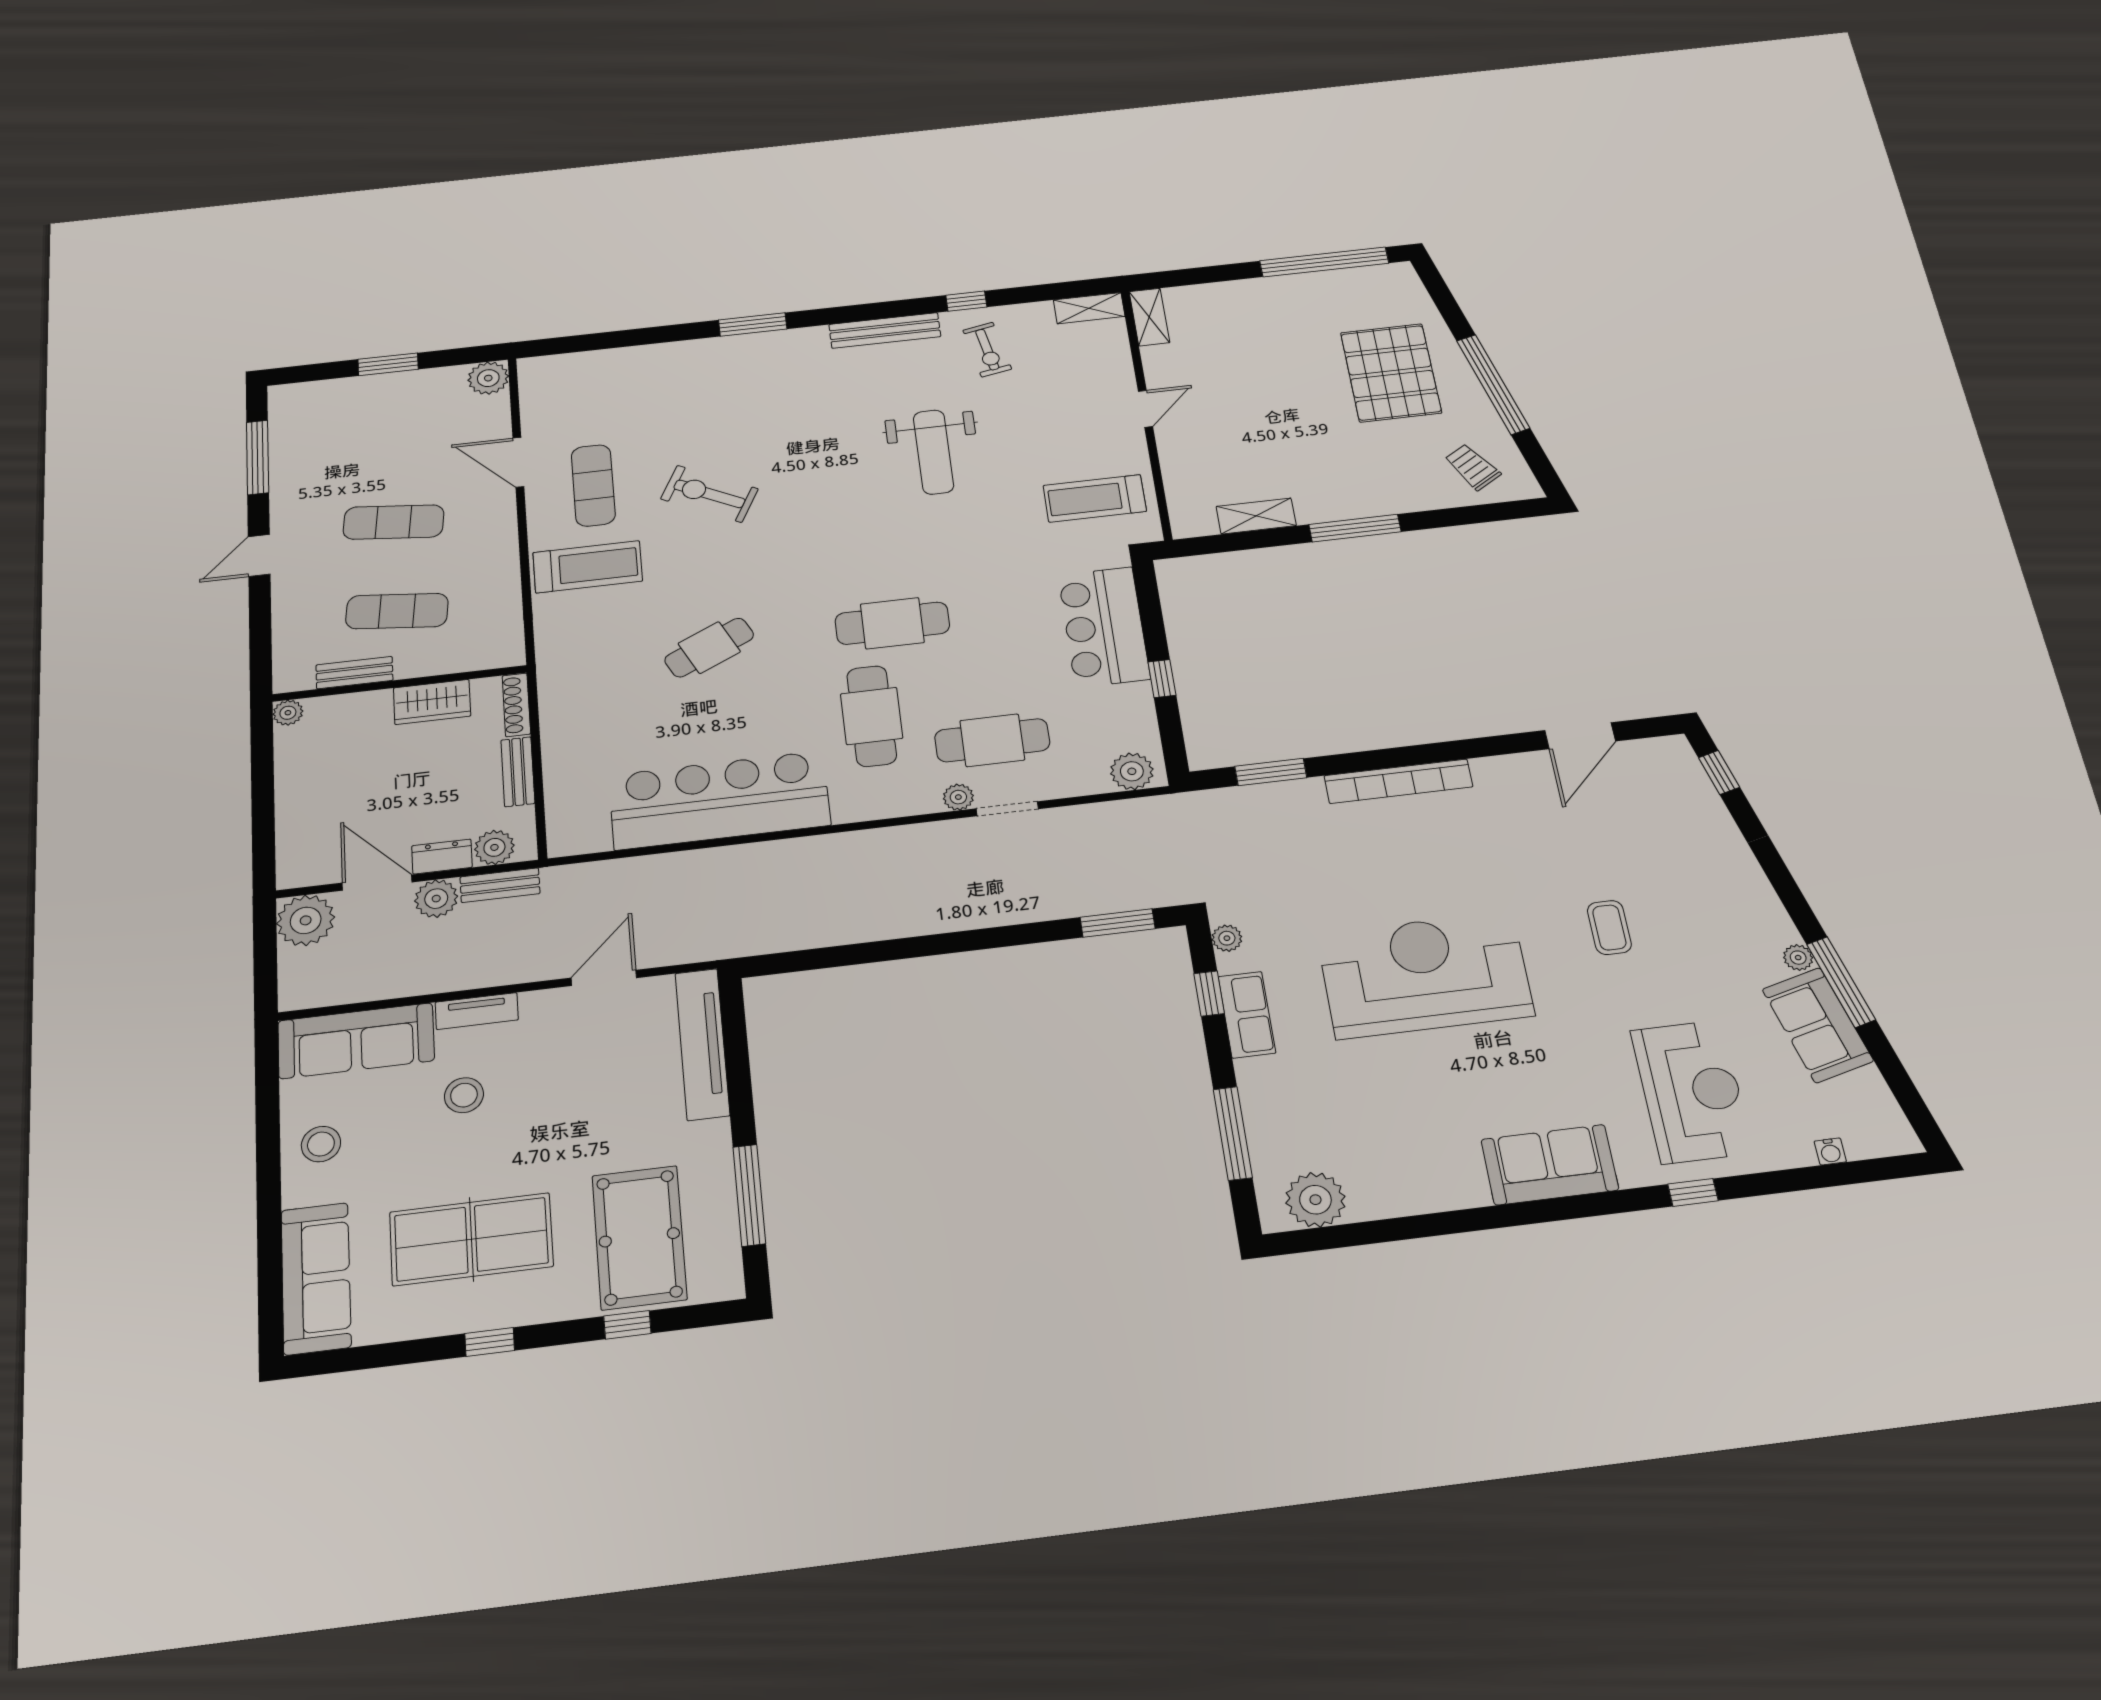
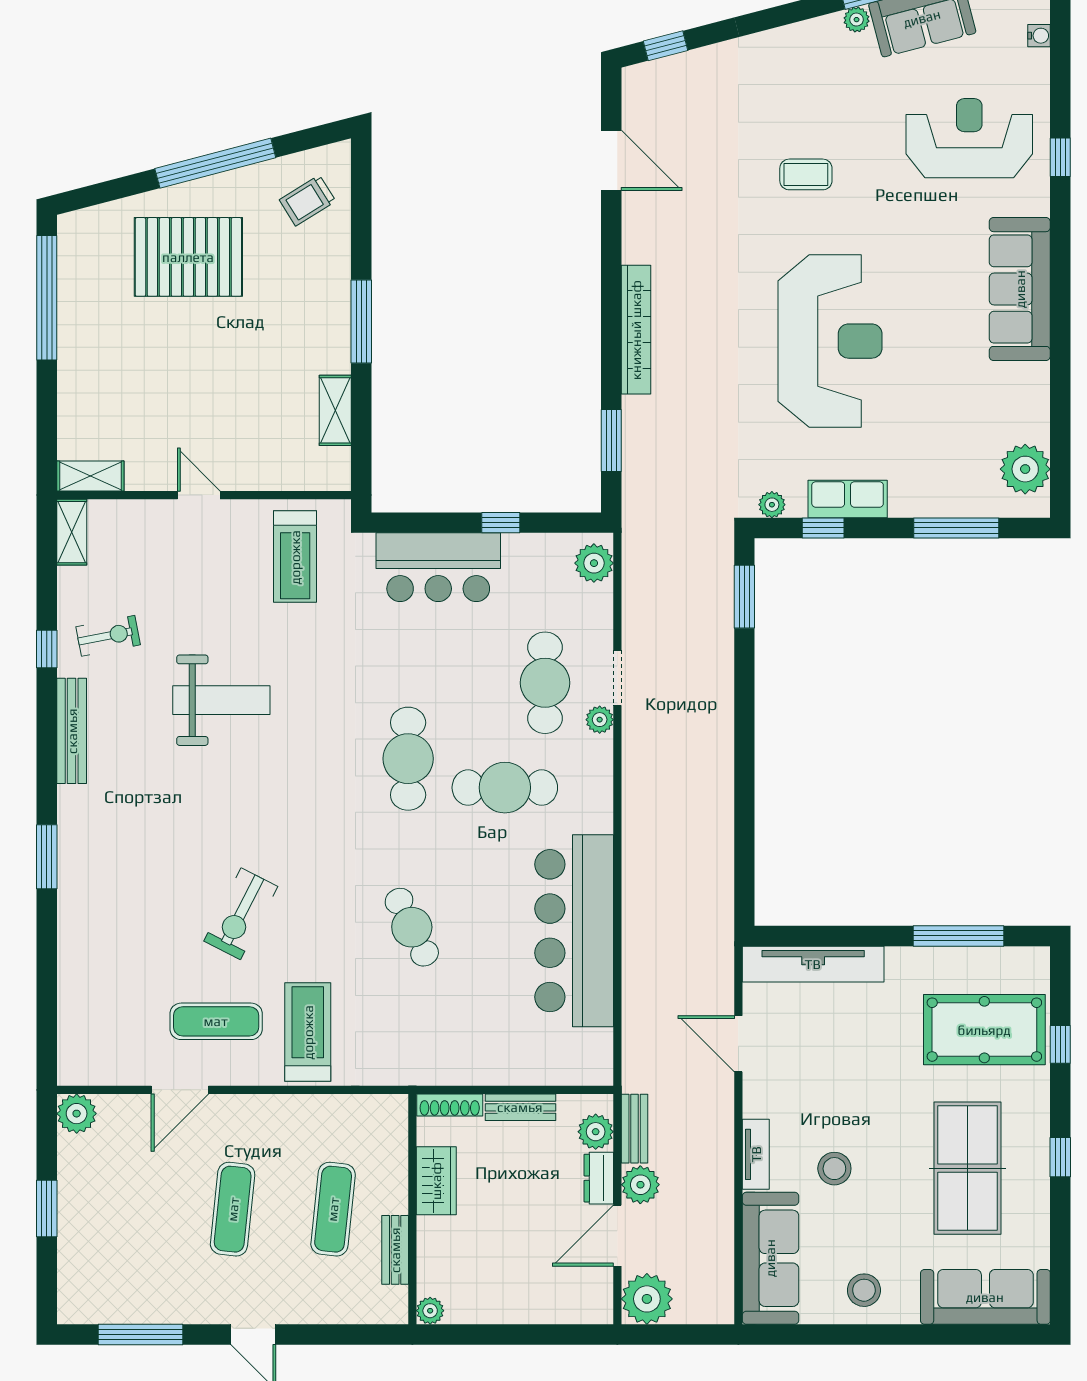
reception desk: (1425, 975) -> (830, 341), turned 180
sofa: (1550, 1165) -> (1020, 289), width x1.36

